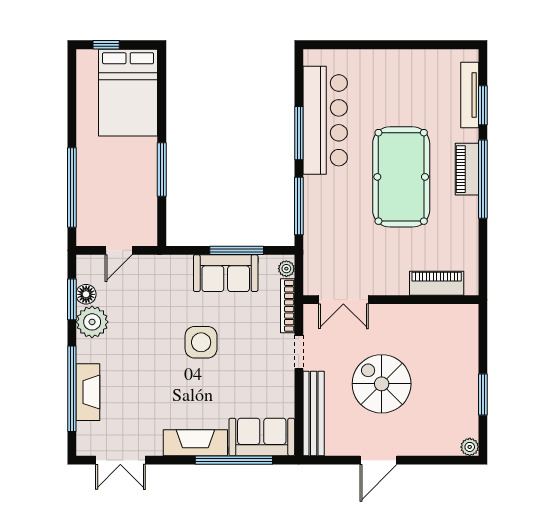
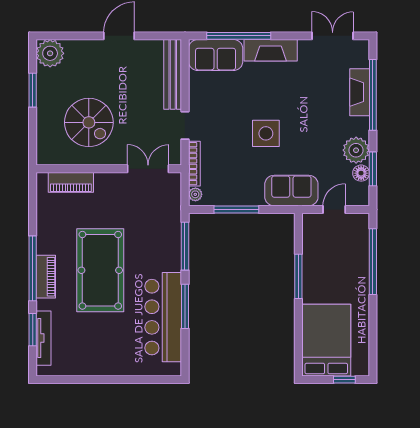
sofa: (226, 273) -> (291, 191), moved
spiral stairs: (382, 384) -> (89, 122), moved
plant: (470, 447) -> (50, 53), width x1.88, depth x1.88

